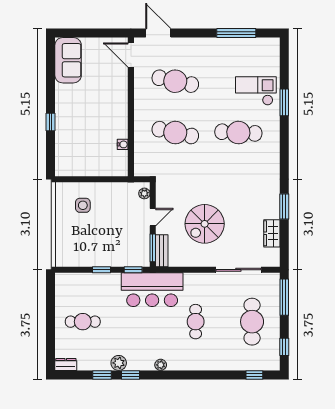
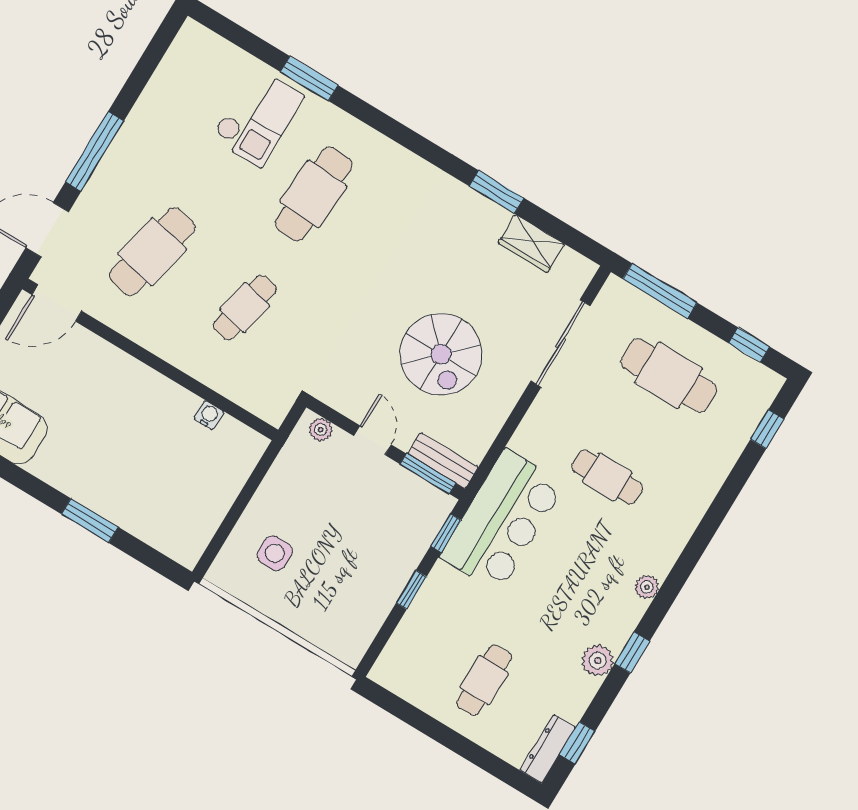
window: (236, 33) -> (95, 151), moved
checkout: (256, 91) -> (258, 117), turned 180
window: (51, 122) -> (90, 521), width x1.50
cafe table: (175, 133) -> (245, 308), width x0.73, depth x0.74
dresser: (66, 364) -> (548, 749), width x1.44
window: (102, 375) -> (577, 743), moved

